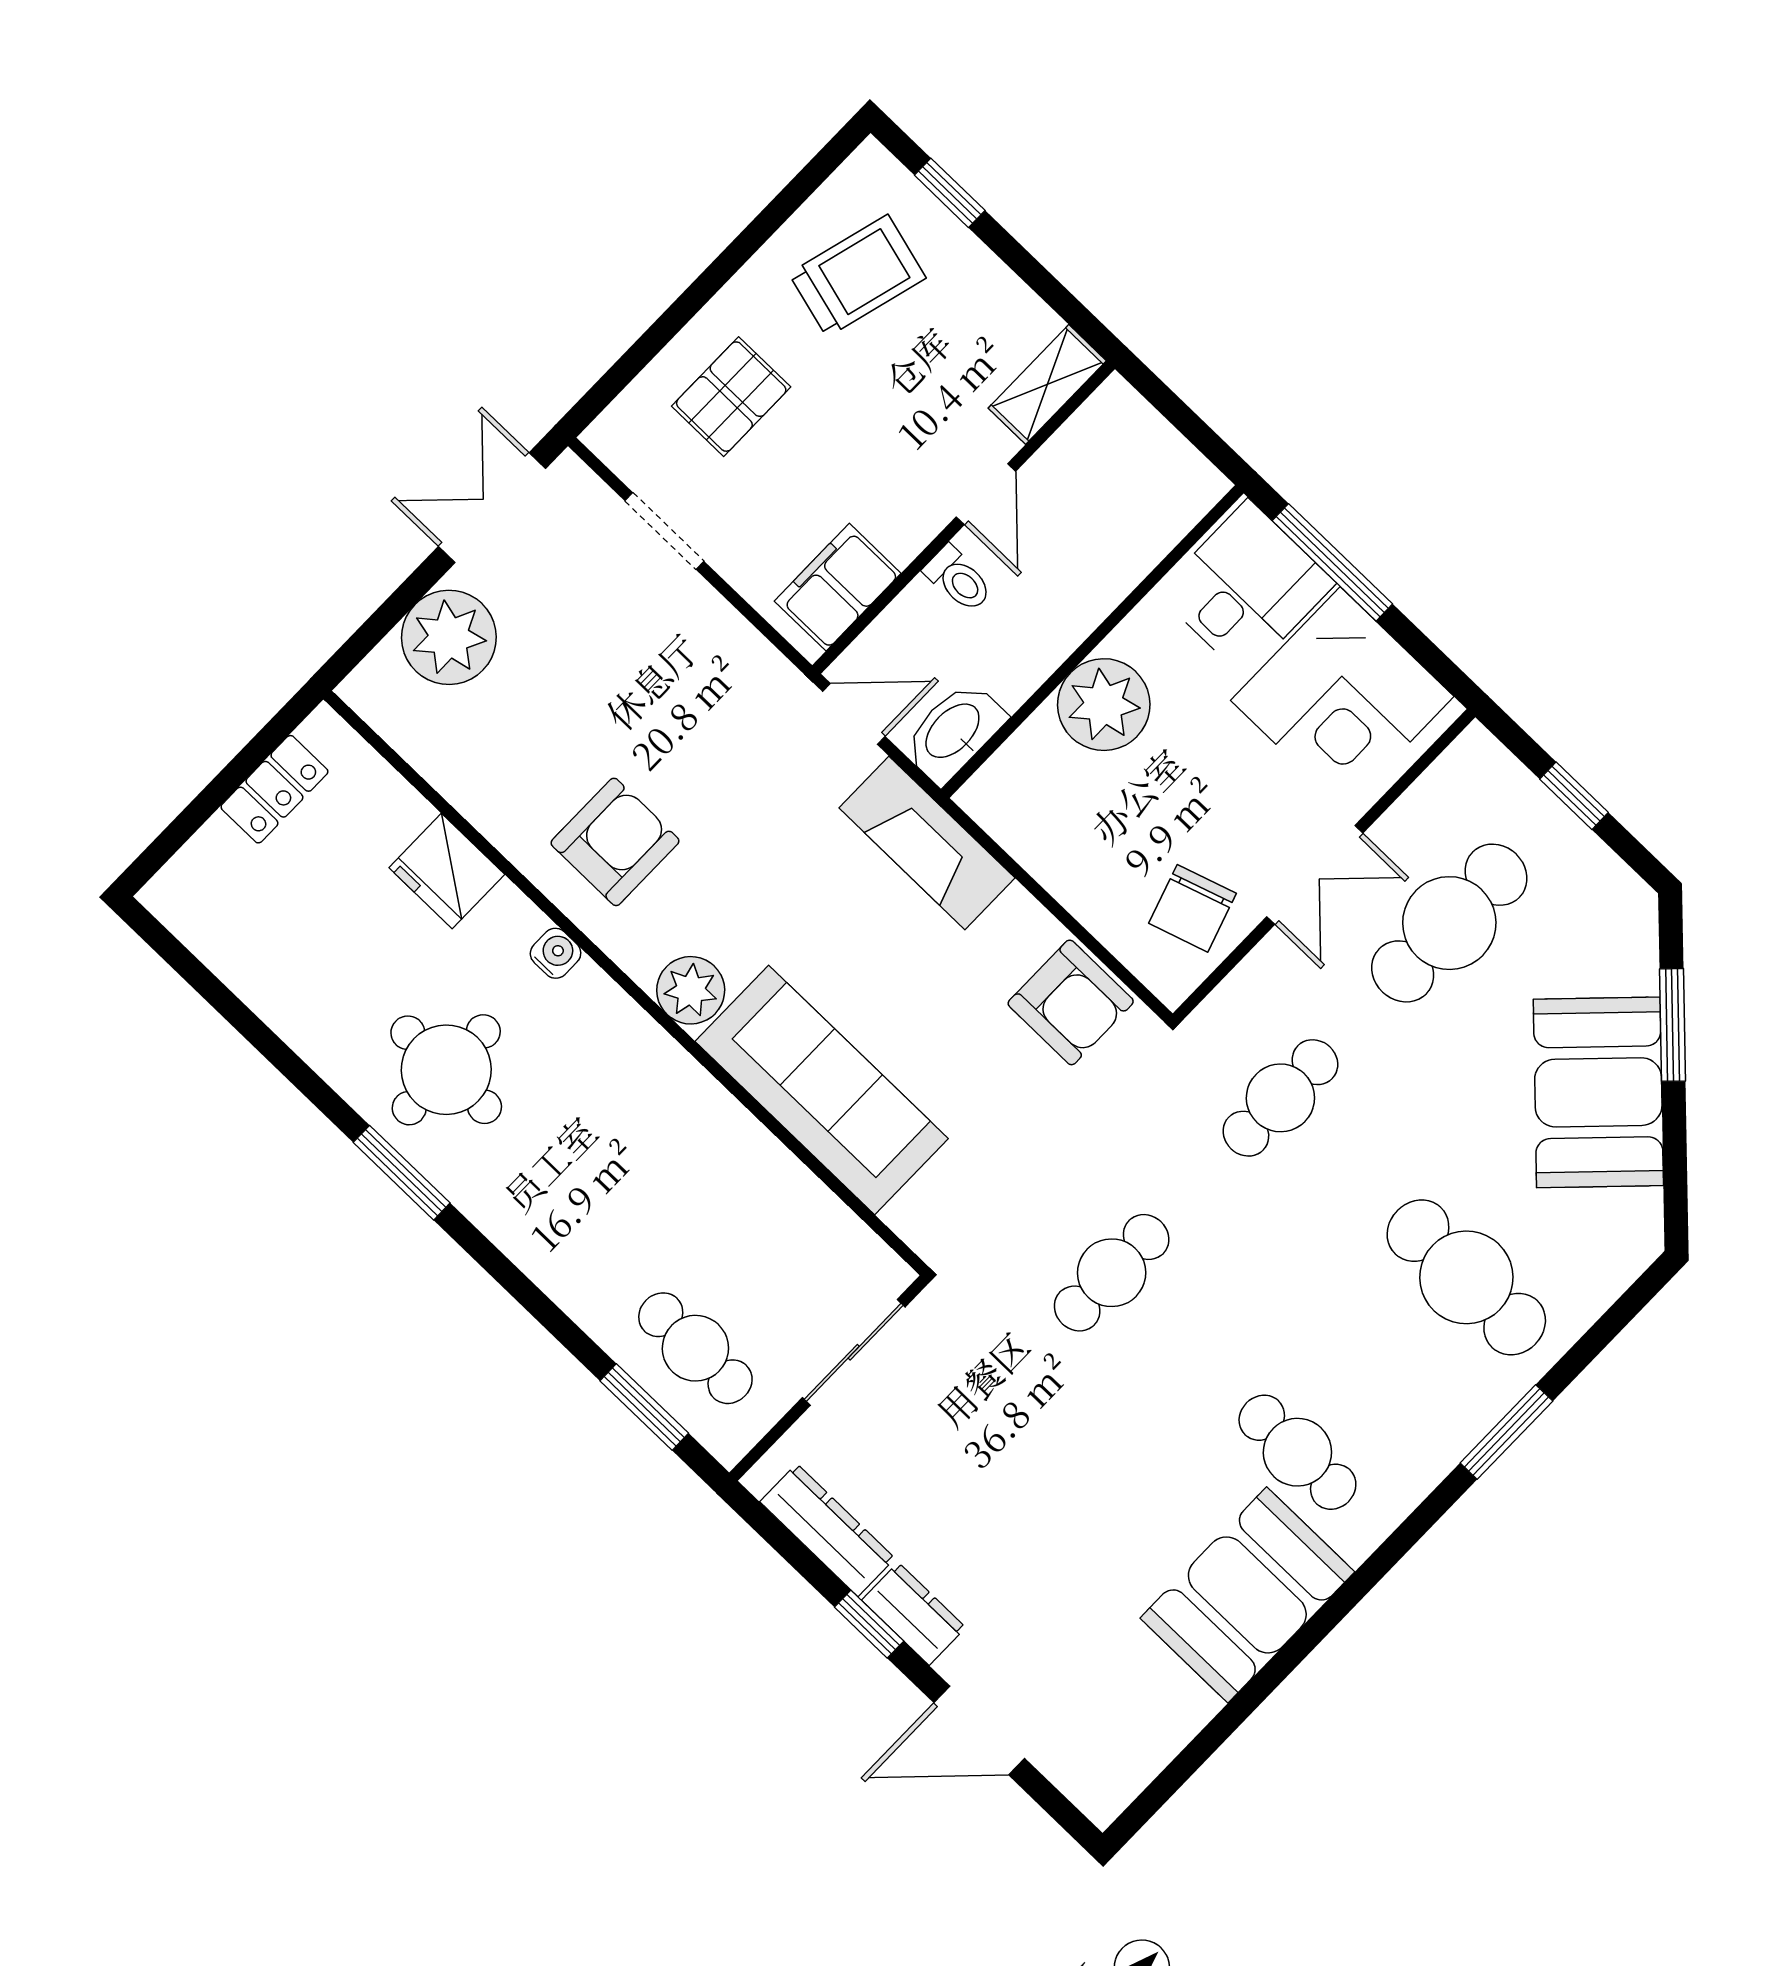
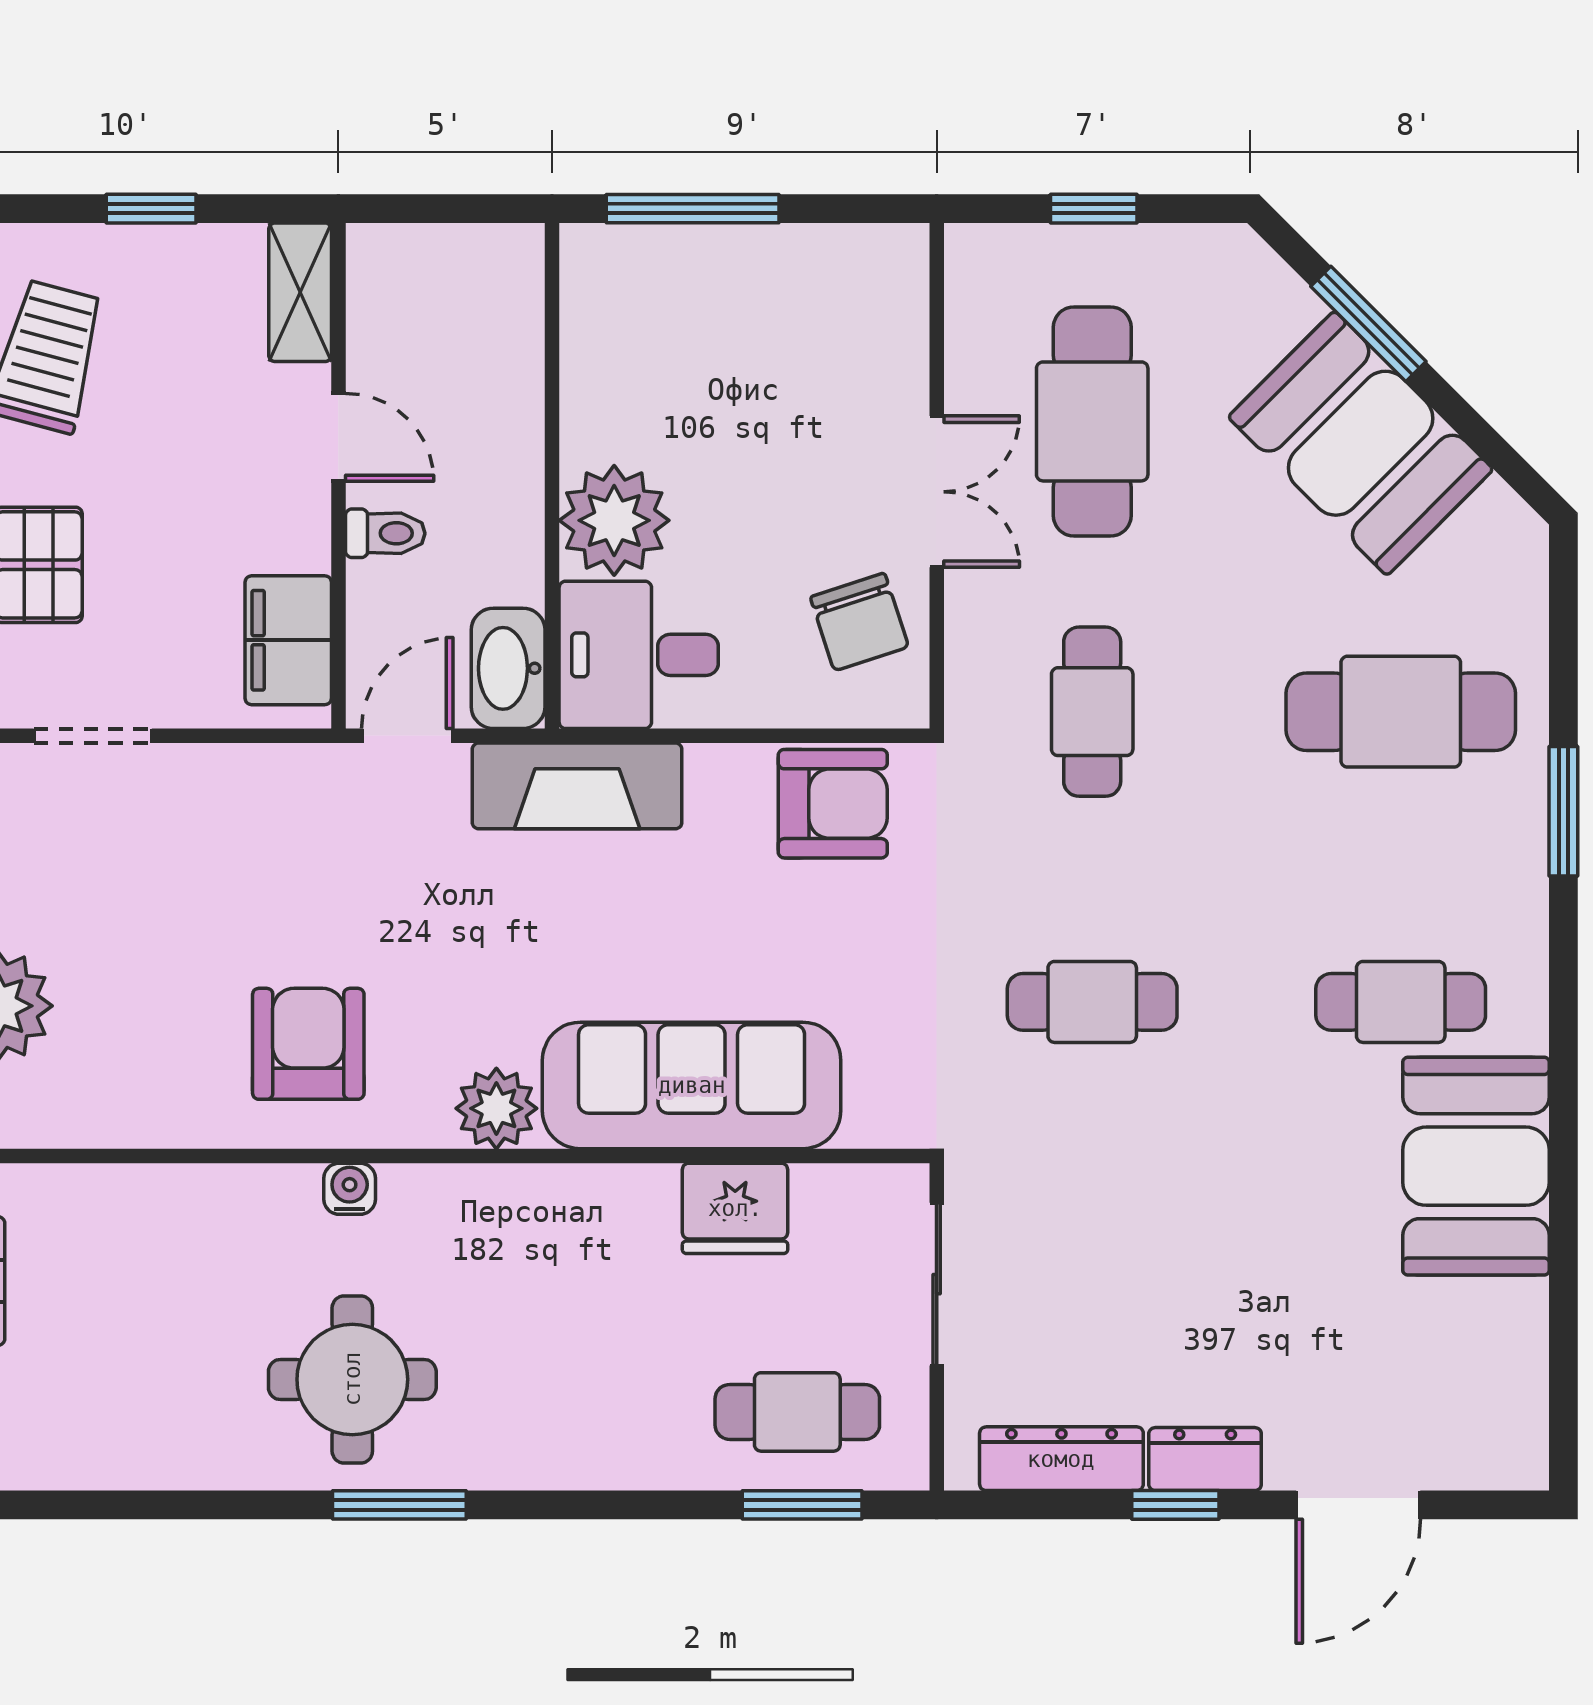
window: (950, 193) -> (151, 209), moved
desk: (1246, 588) -> (639, 655), moved, turned -90
corner desk: (1342, 698) -> (814, 317), removed
fridge: (447, 871) -> (735, 1208), moved
cafe table: (1112, 1273) -> (1092, 1002), turned 90

